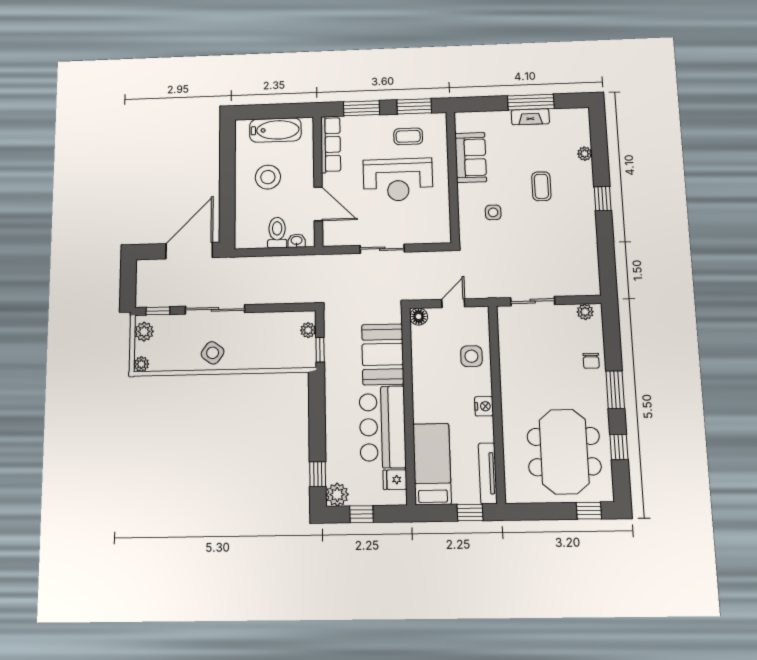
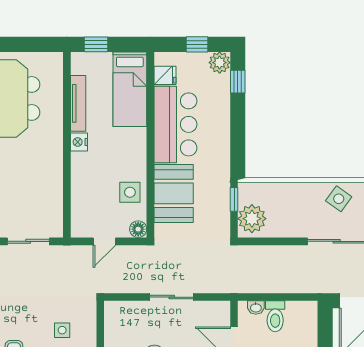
plant: (308, 330) -> (252, 219), width x1.87, depth x1.87
side table: (471, 356) -> (130, 192), moved
tv unit: (488, 473) -> (78, 103), moved

